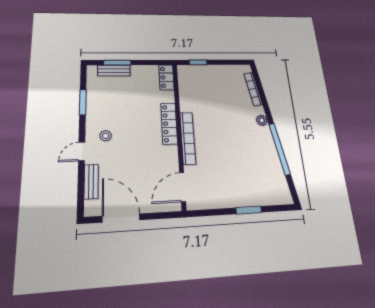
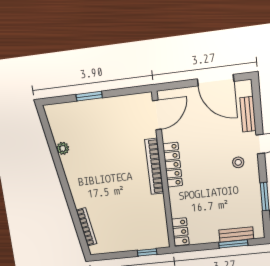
plant: (262, 120) -> (63, 148), moved
locker: (169, 124) -> (173, 165), moved
window: (280, 149) -> (57, 162), removed

